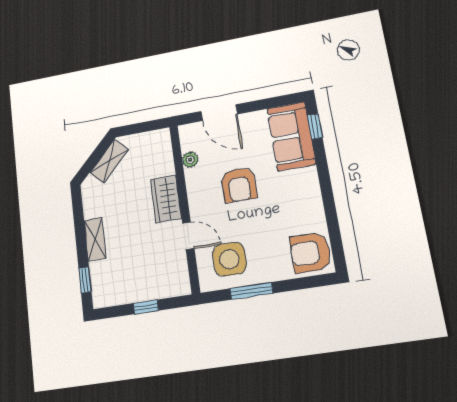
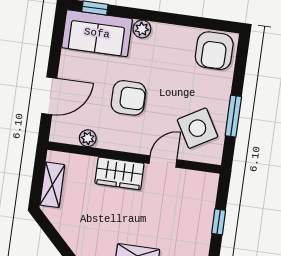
shelving: (109, 161) -> (52, 185), moved, turned 45
plant: (309, 176) -> (142, 29), added
side table: (229, 259) -> (197, 128), turned -30

